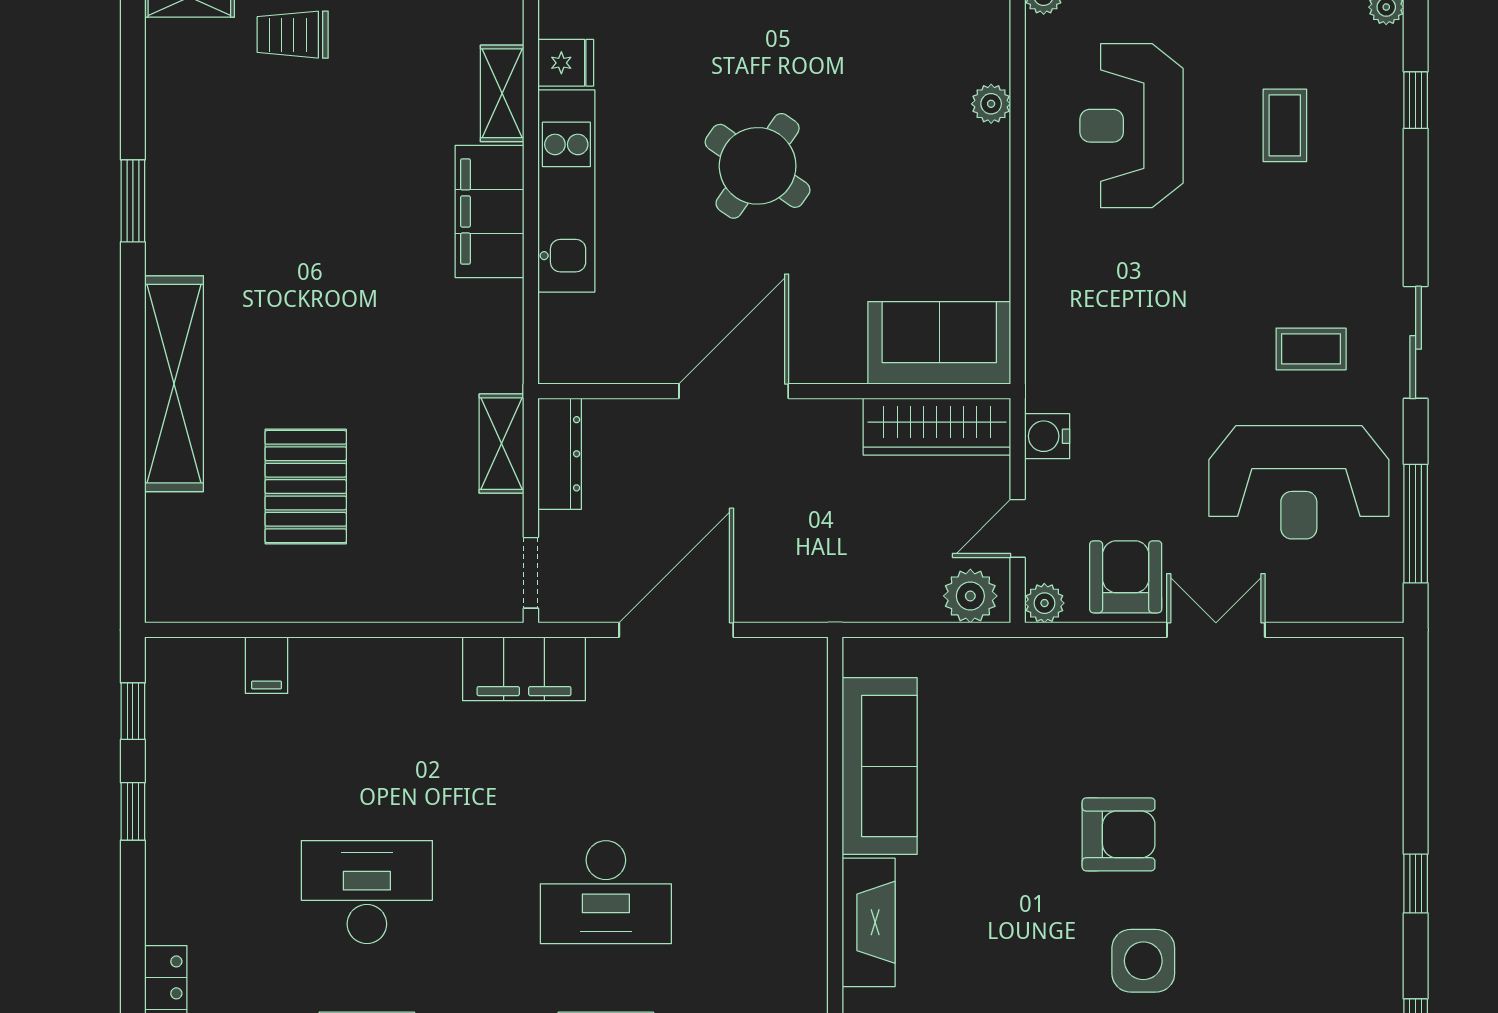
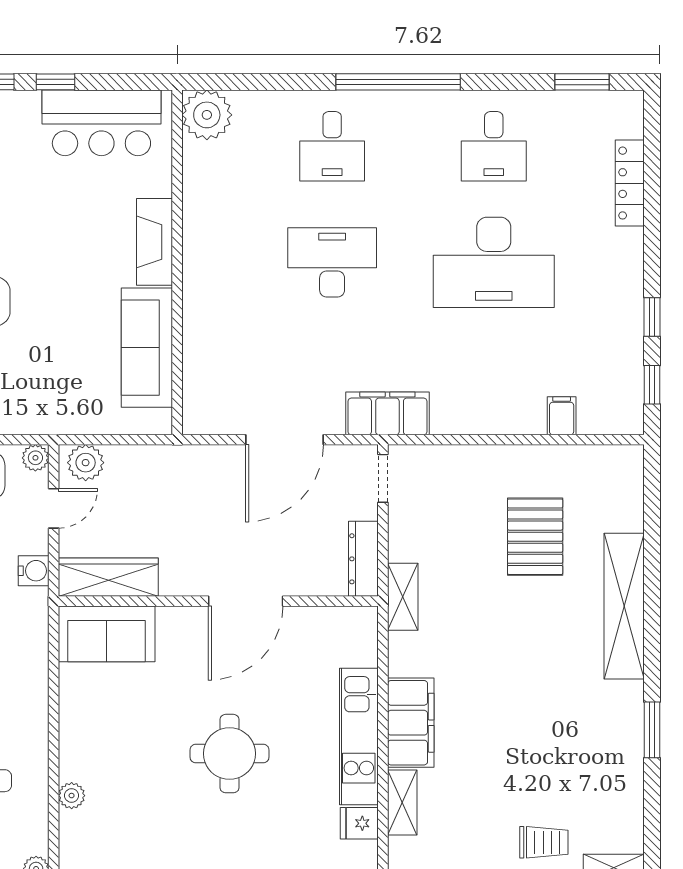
round table: (758, 166) -> (229, 754), turned -35
shelving: (501, 444) -> (403, 597), moved
desk: (367, 892) -> (494, 262), width x1.36, depth x1.30

